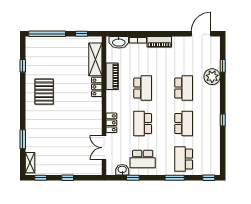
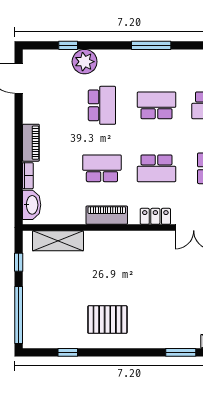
piano: (112, 76) -> (107, 215), moved
locker: (97, 87) -> (100, 239), removed
school desk: (184, 88) -> (102, 105), turned 90
window: (223, 120) -> (151, 45), width x2.17

